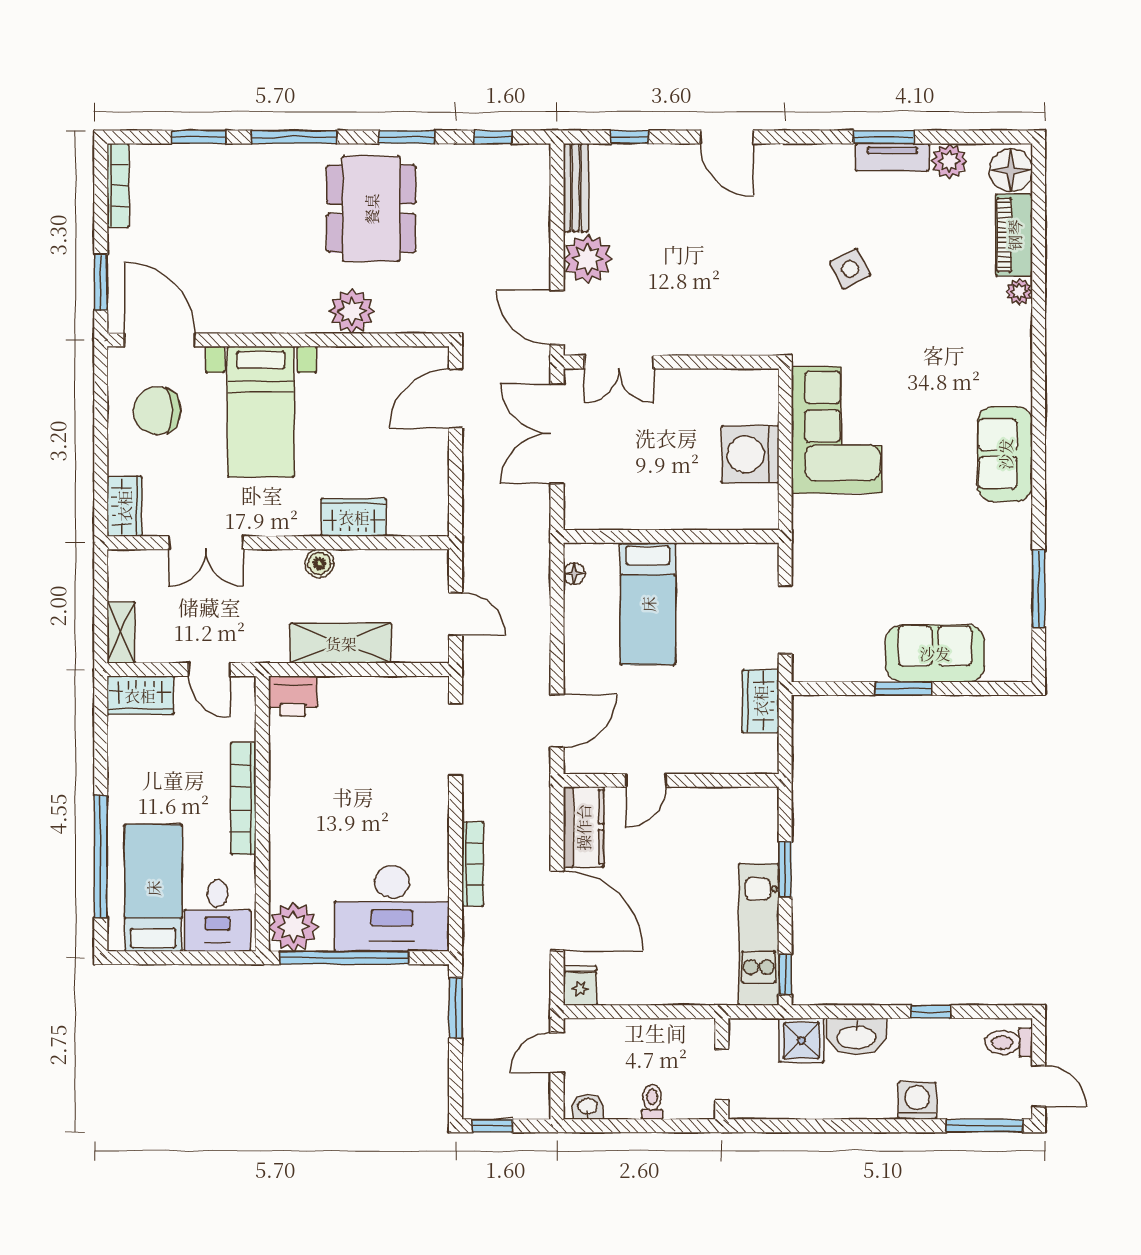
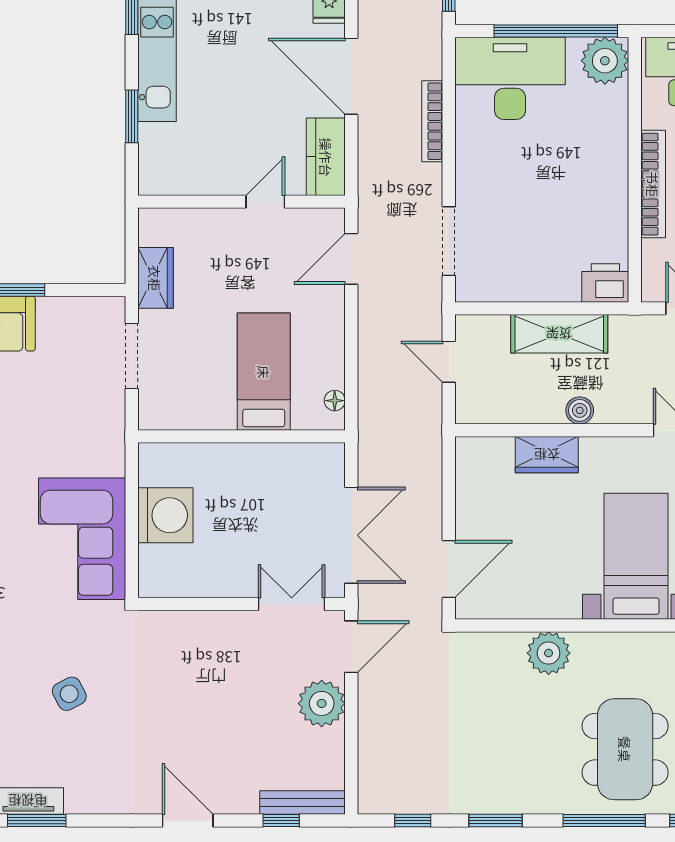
bench: (576, 188) -> (303, 803), moved, turned 90
dining table: (371, 209) -> (625, 749), moved
door: (557, 318) -> (351, 647), hinge flipped

